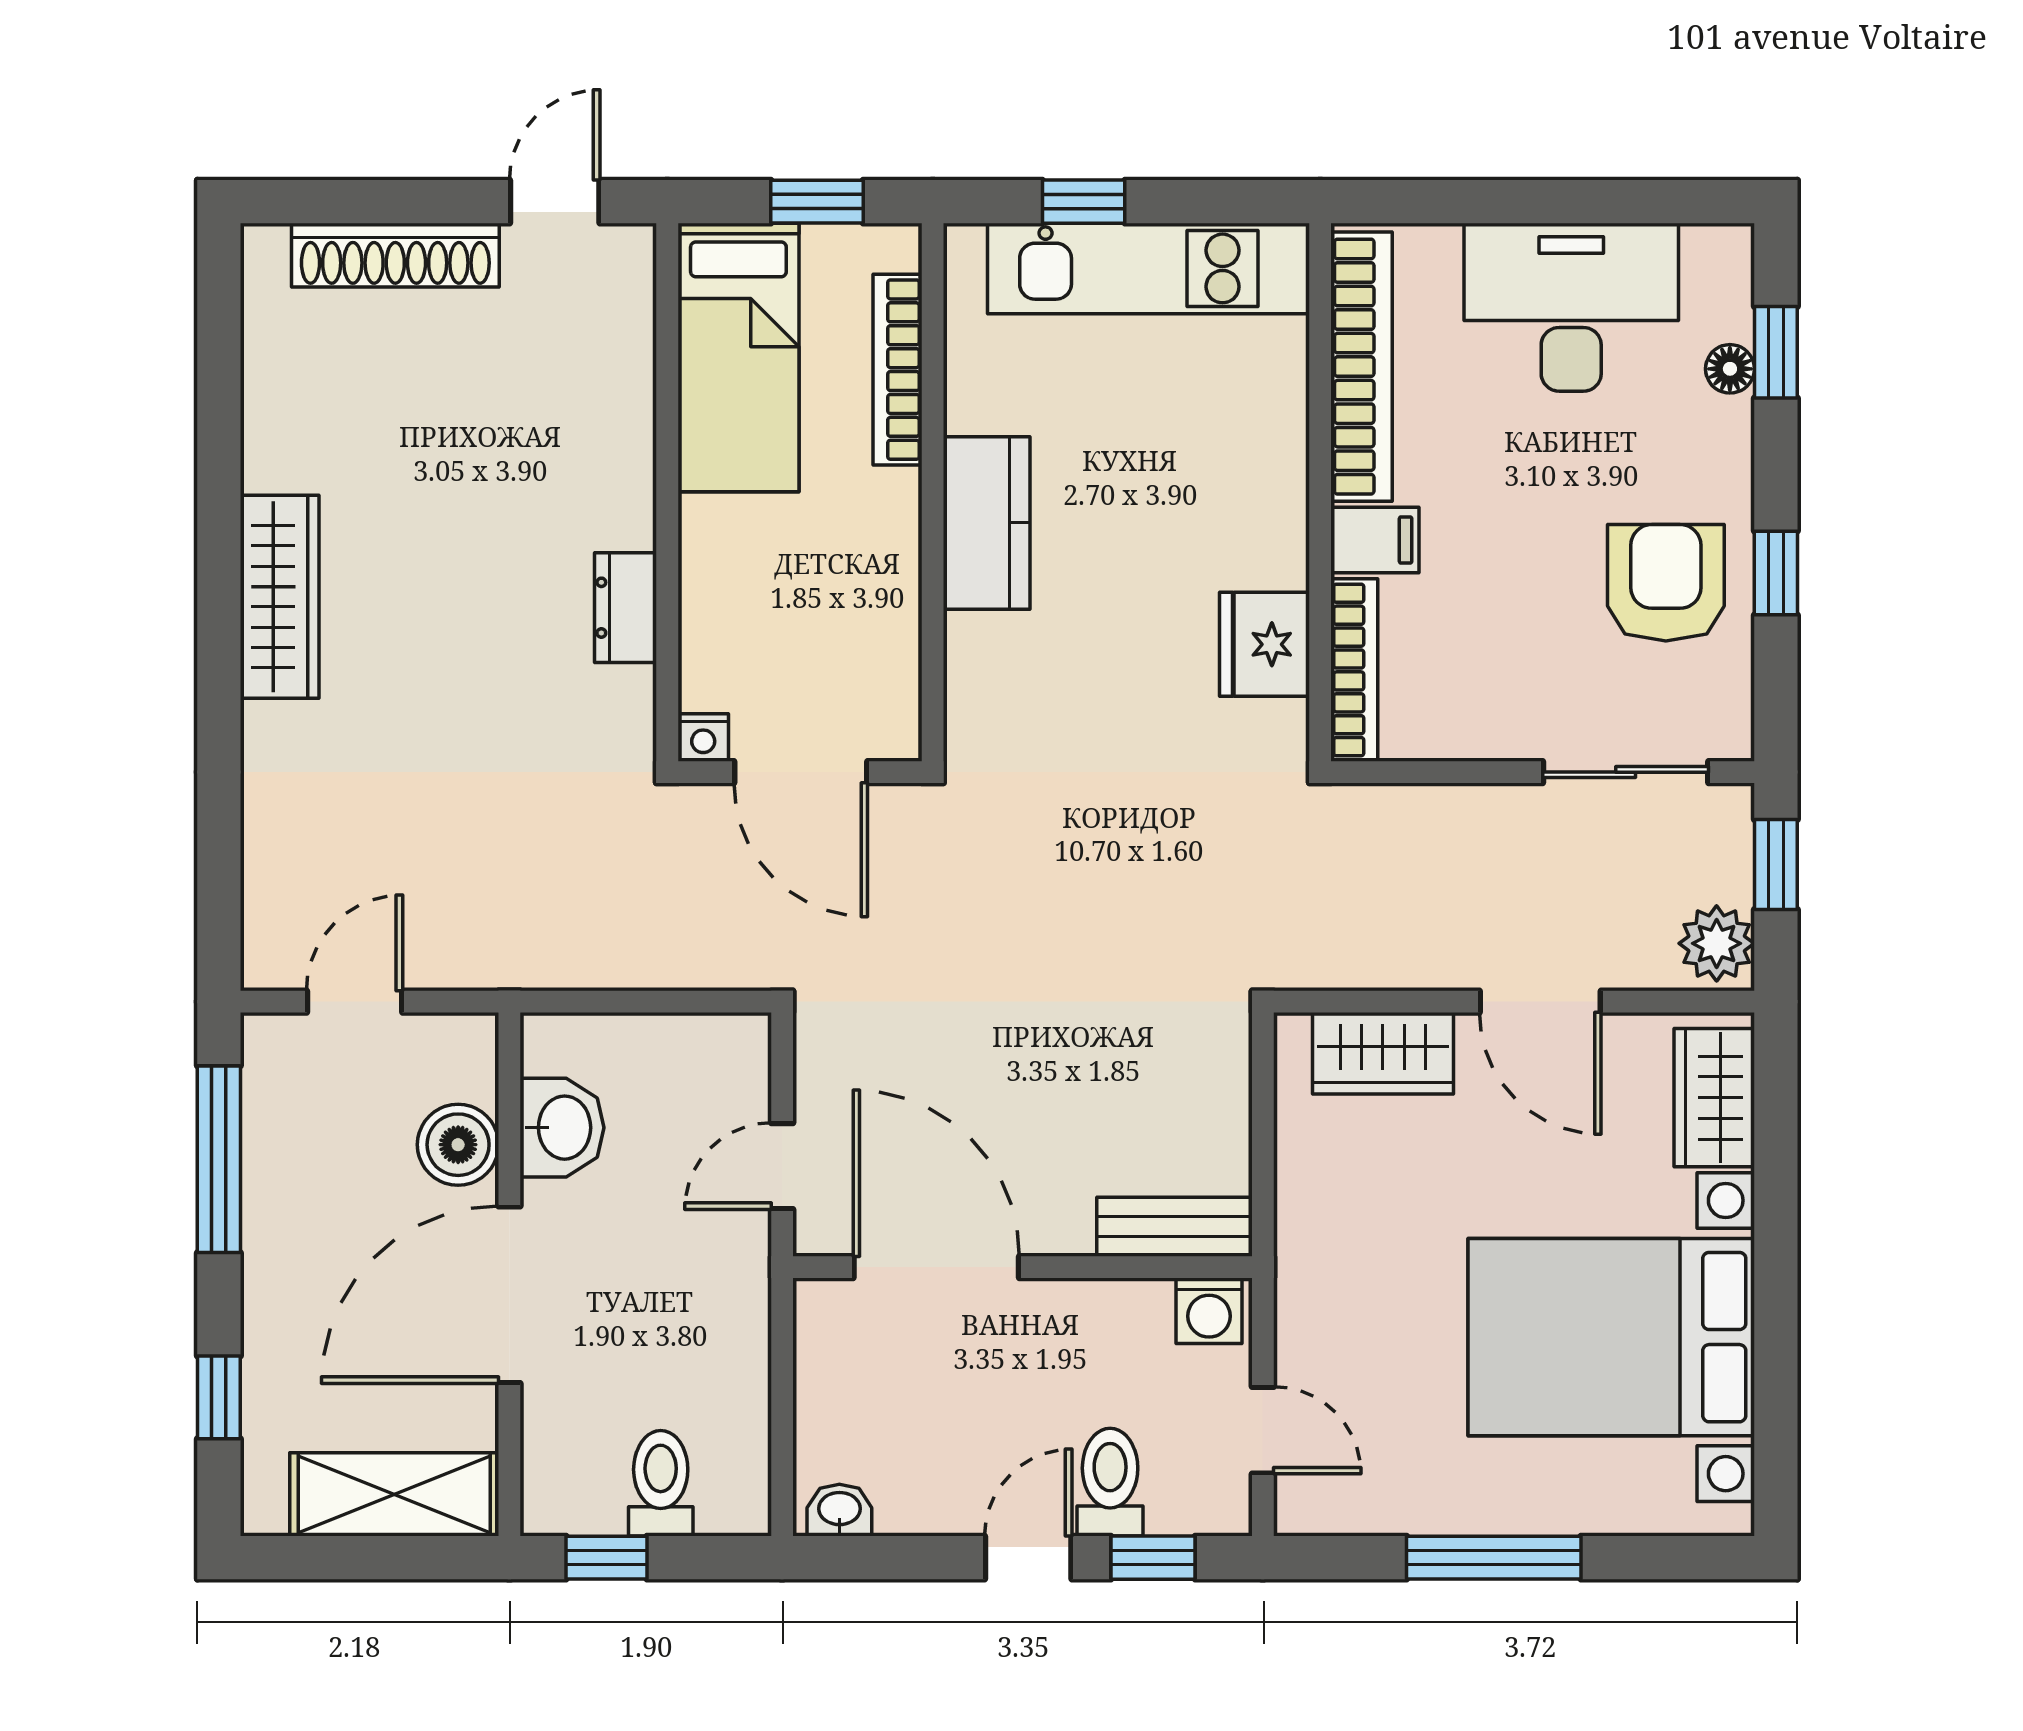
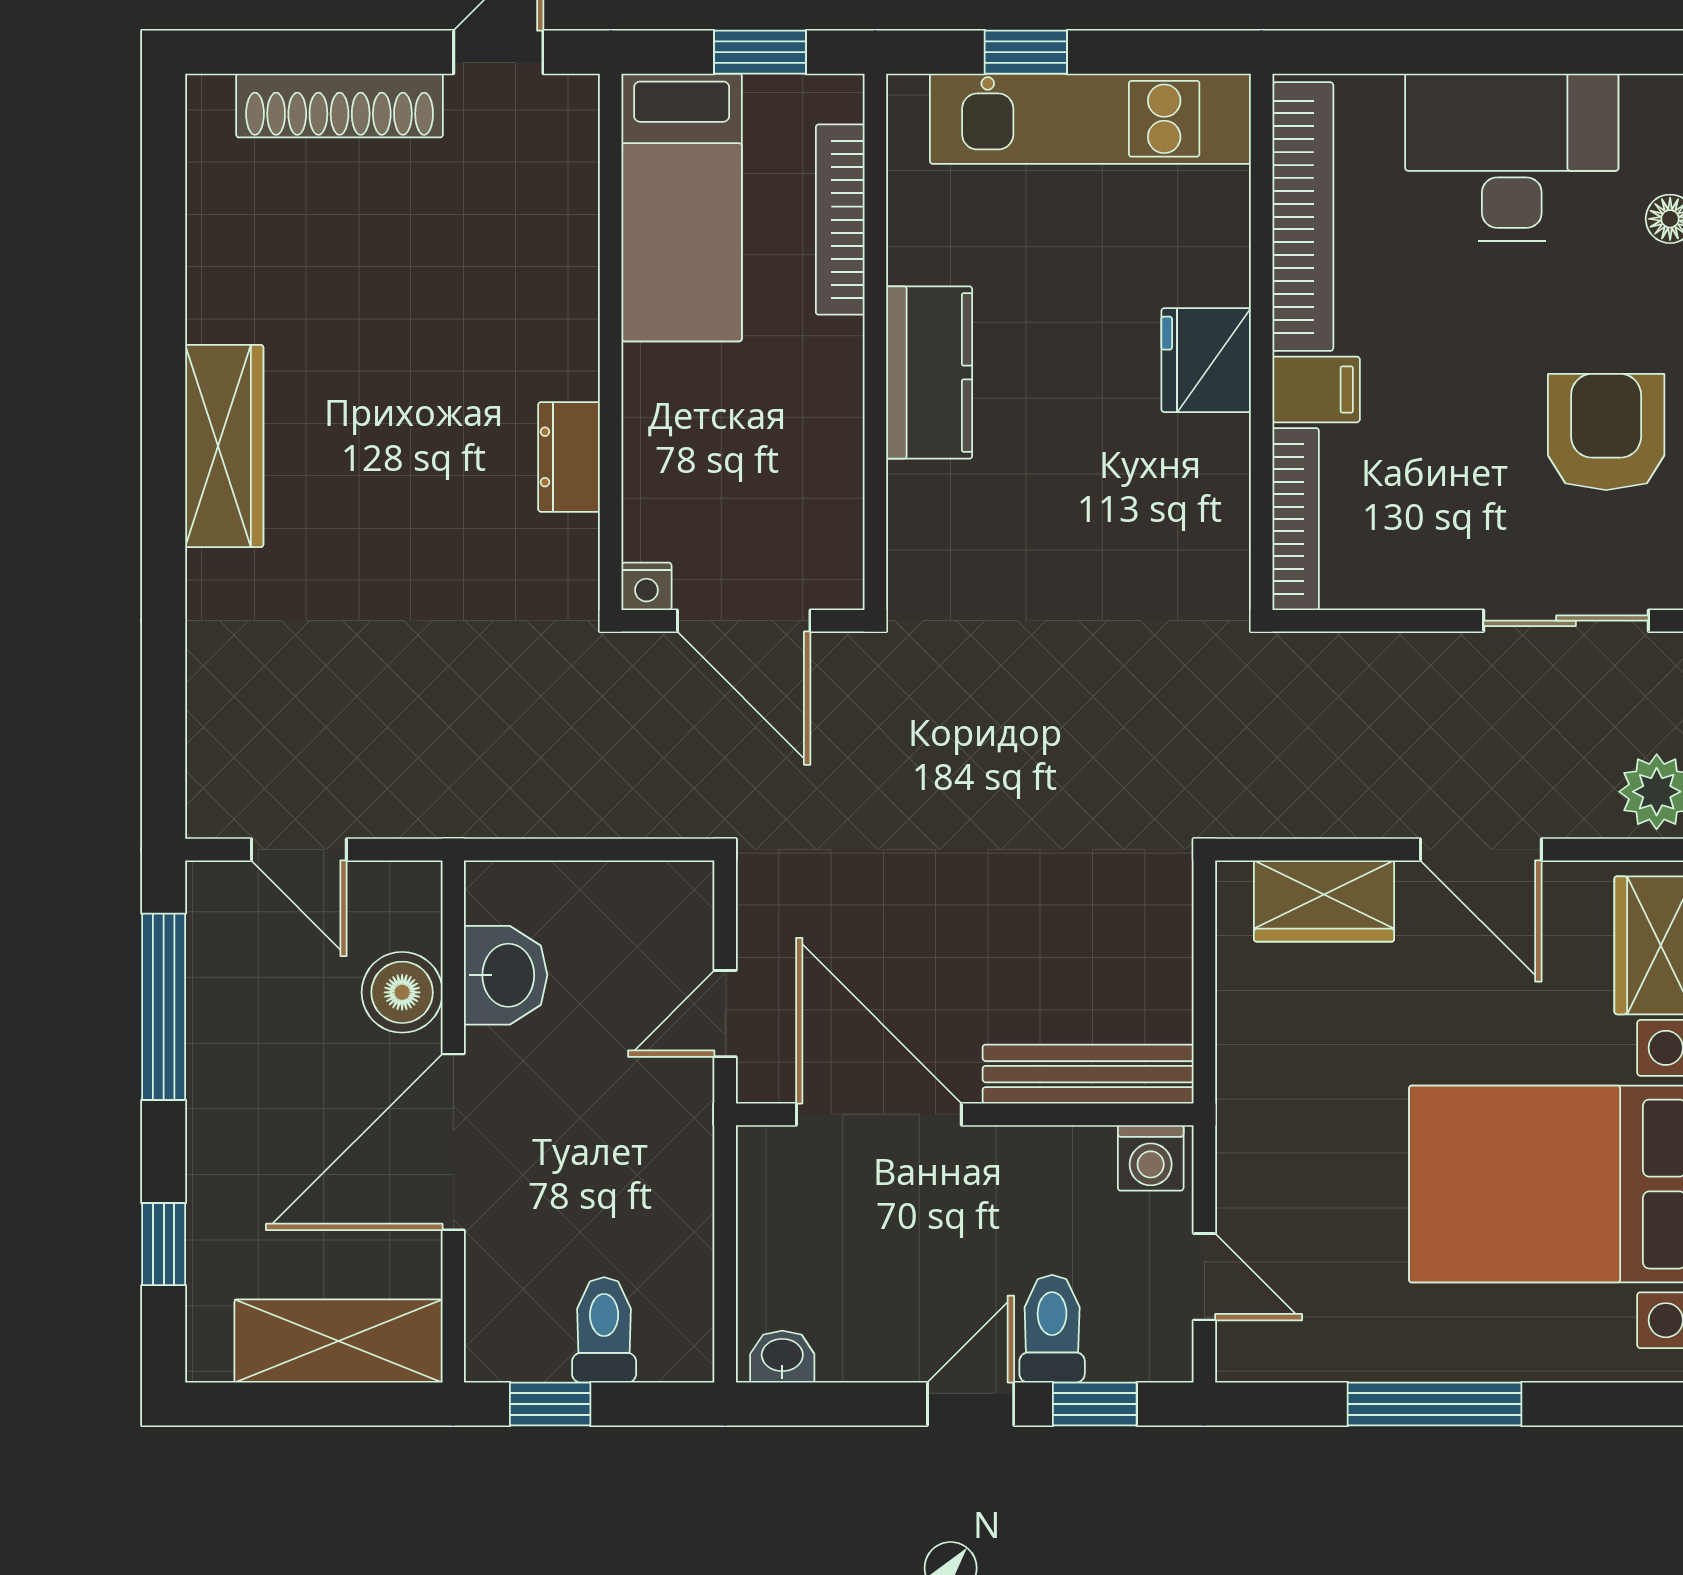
fridge: (1265, 644) -> (1206, 360), moved
door: (355, 1002) -> (299, 850), swing flipped
bench: (1174, 1227) -> (1088, 1074), width x1.36

